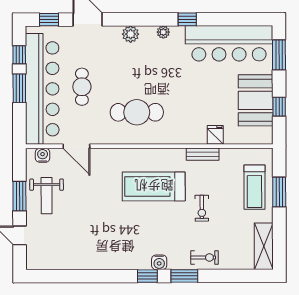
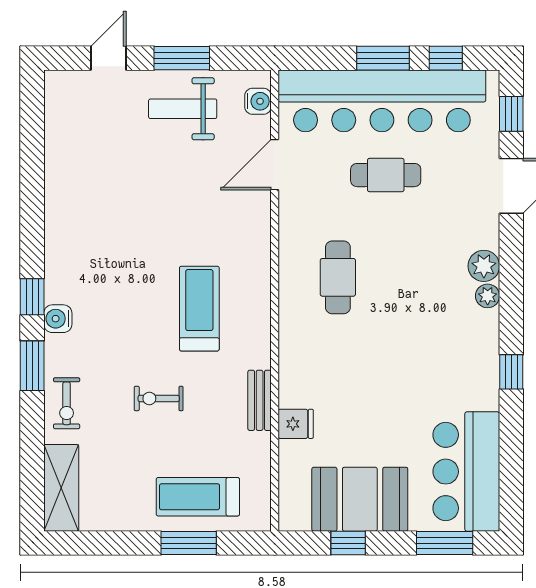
plant: (163, 32) -> (488, 296), moved
bar counter: (229, 43) -> (466, 472), width x0.73
cafe table: (137, 112) -> (338, 277), width x0.73, depth x0.74
treadmill: (154, 186) -> (199, 309), width x0.73, depth x0.73
shelving: (264, 246) -> (61, 488), moved, turned 90

